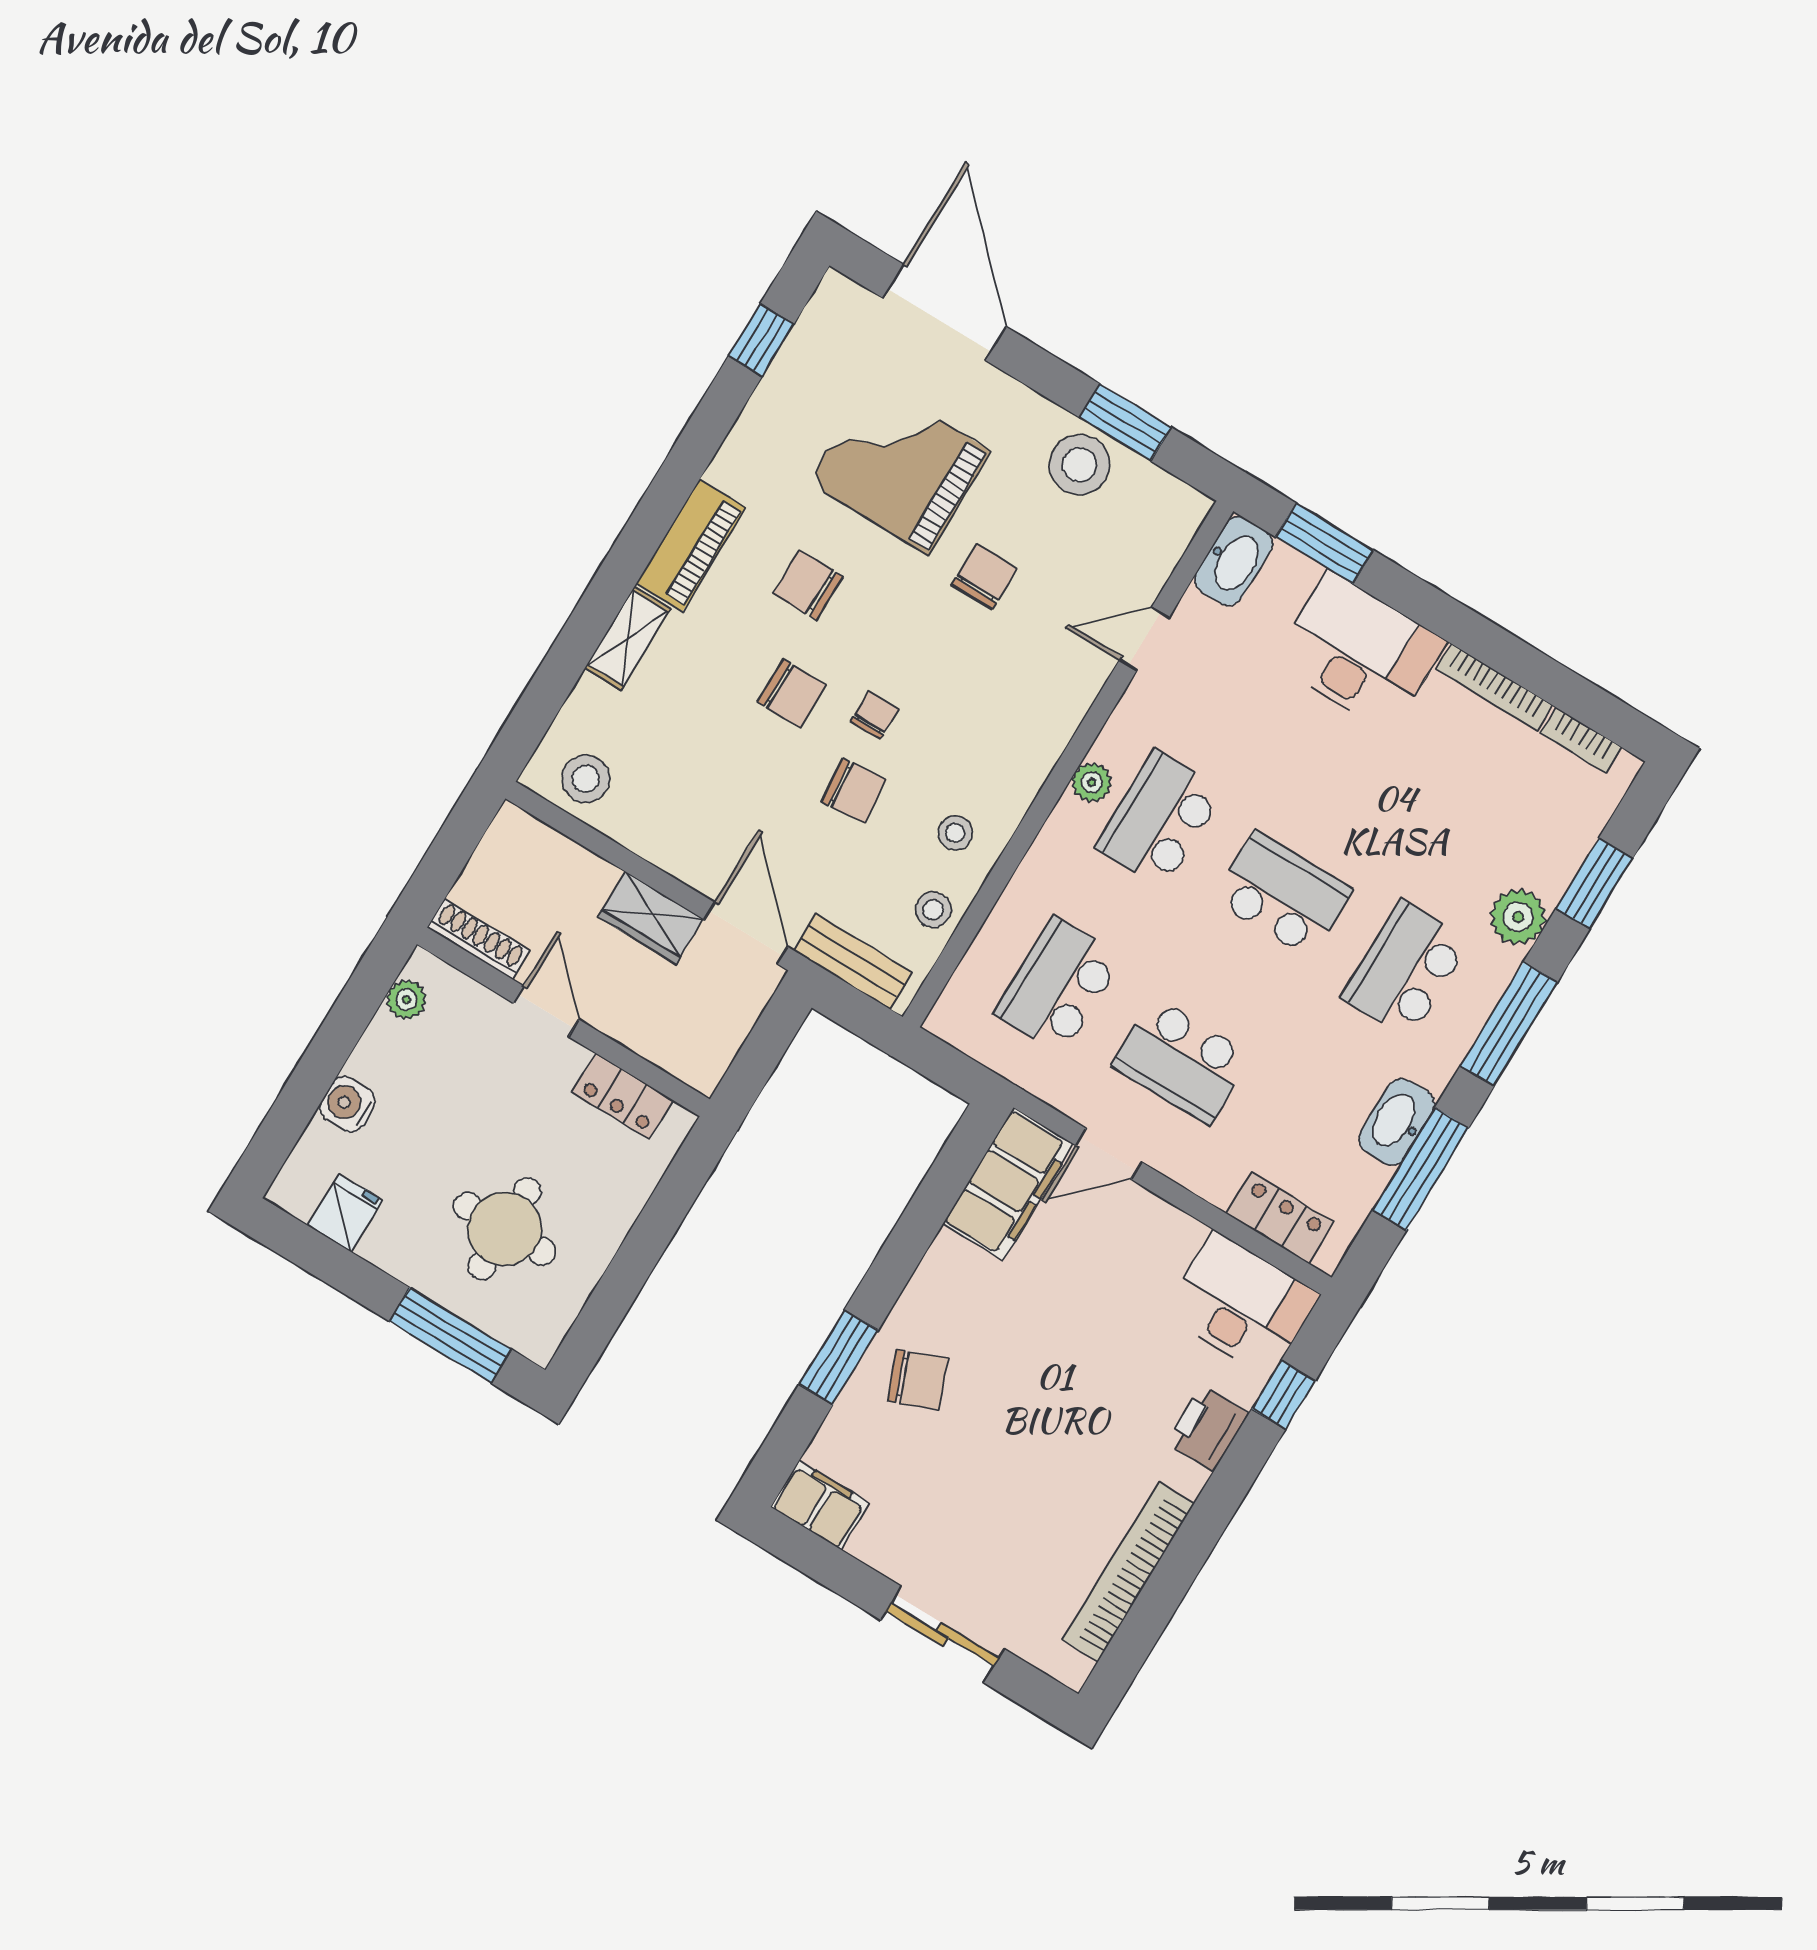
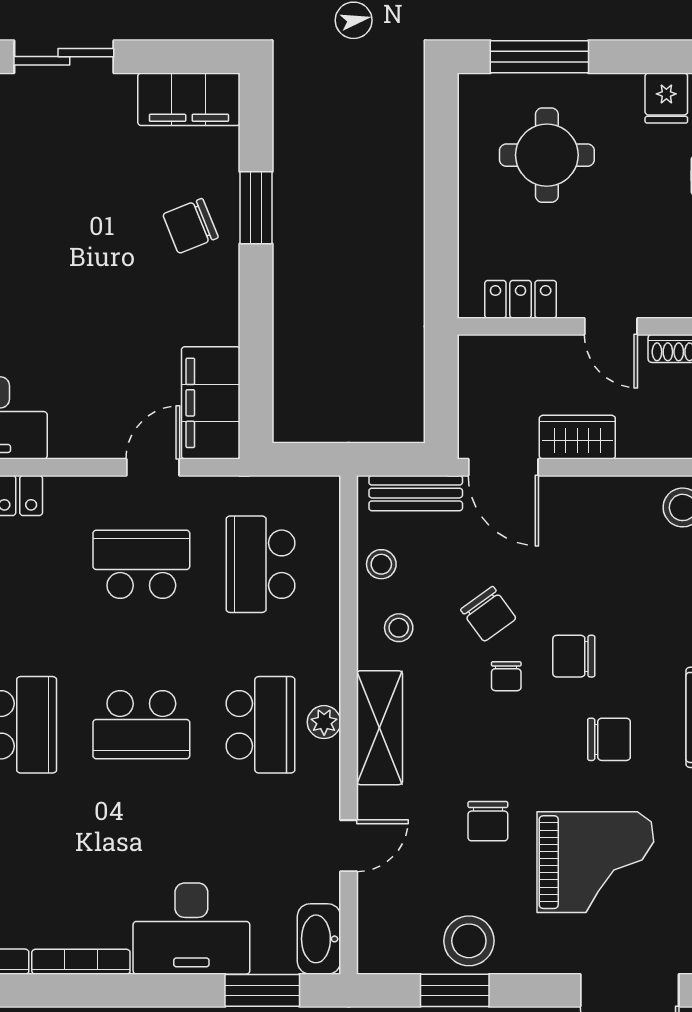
shelving: (1038, 742) -> (379, 728), added
chair: (854, 791) -> (488, 614), turned -121
school desk: (1058, 986) -> (260, 564), turned 180
filing cabinet: (820, 1505) -> (189, 99), width x1.50, depth x1.17

